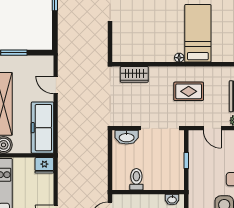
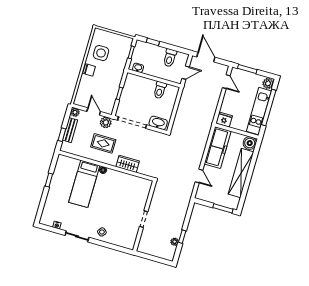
wardrobe: (134, 74) -> (128, 164), moved
plant: (193, 119) -> (106, 122), added

